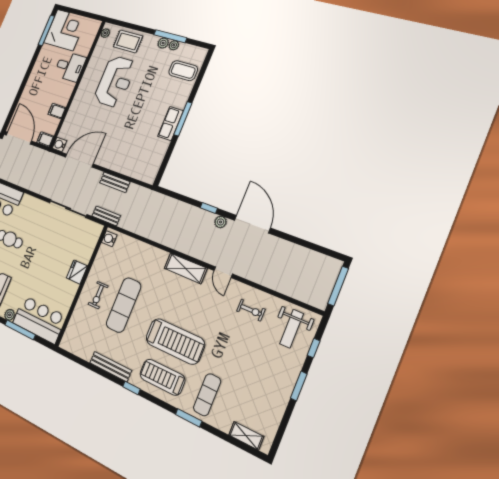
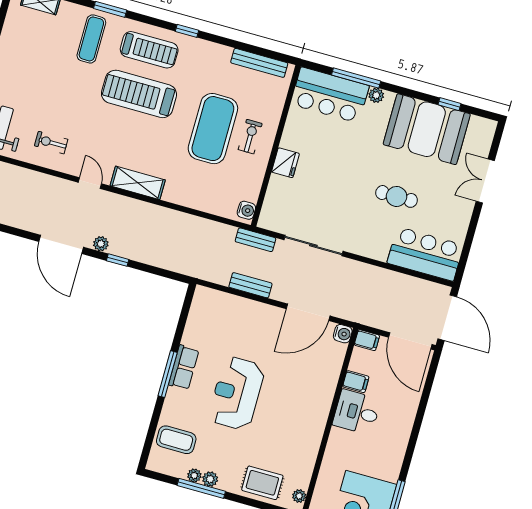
desk: (70, 66) -> (357, 412), moved
reception desk: (115, 81) -> (237, 393), moved
exercise mat: (124, 305) -> (213, 129), width x1.47
bench: (111, 367) -> (259, 63), moved

